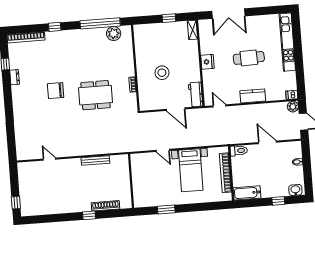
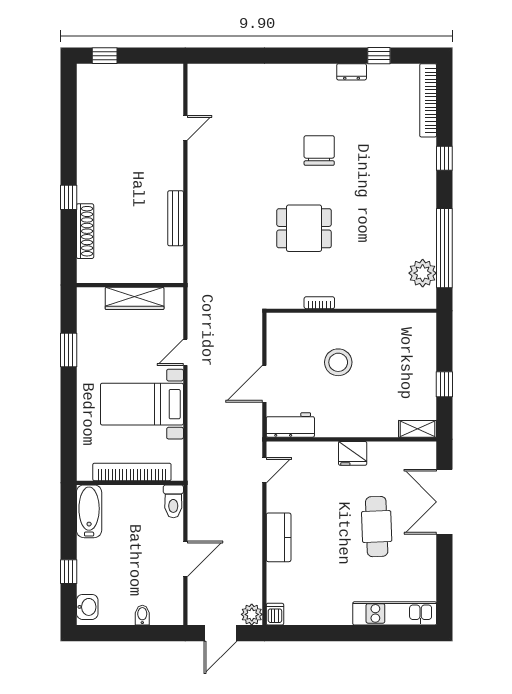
kitchen unit: (287, 42) -> (395, 613), width x0.73
cafe table: (249, 58) -> (377, 527), moved
dining table: (96, 95) -> (304, 228), width x0.73
wardrobe: (138, 178) -> (135, 298), added

